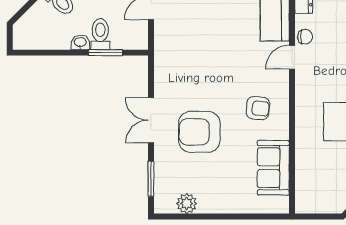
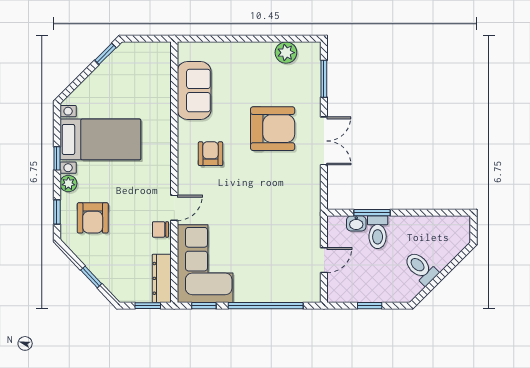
washbasin: (80, 42) -> (356, 223), moved
armchair: (258, 108) -> (211, 154), turned 84

